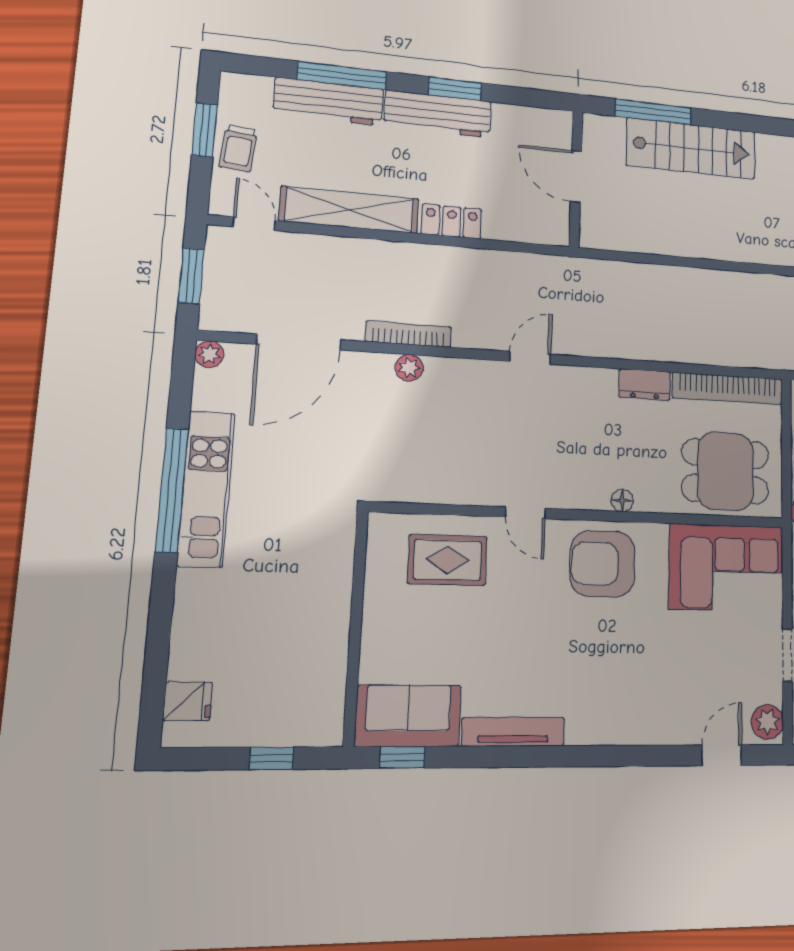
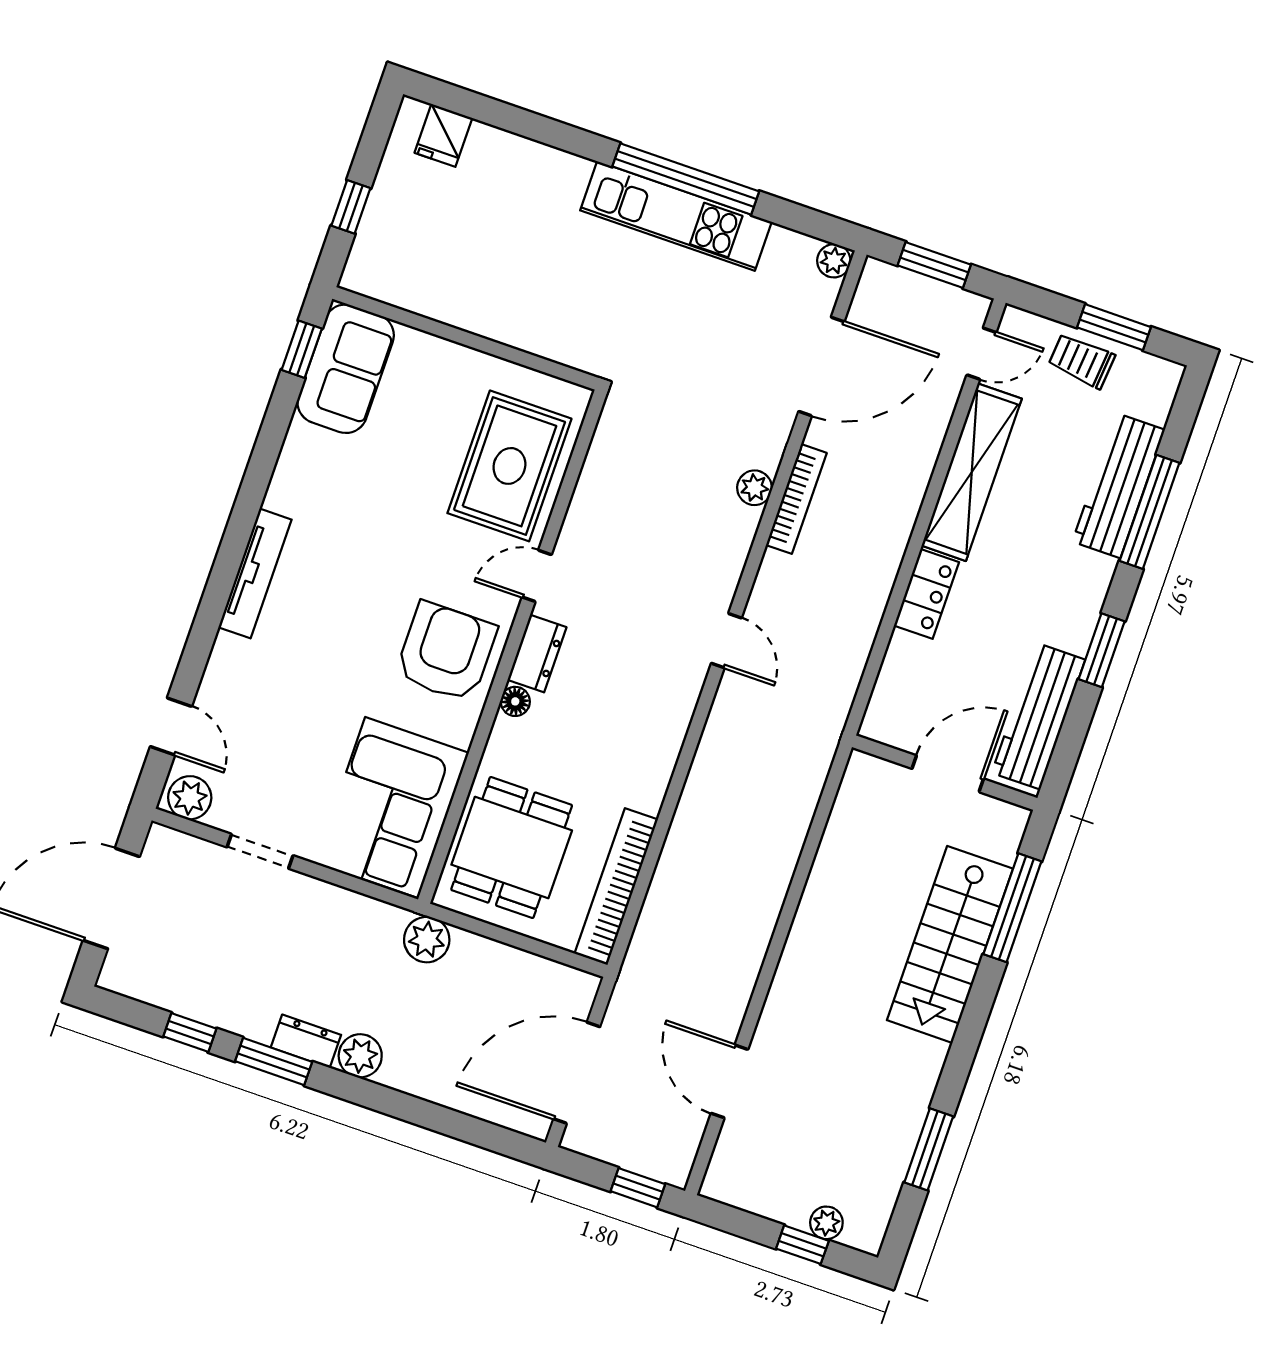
workbench: (438, 114) -> (1038, 716), moved
door: (299, 342) -> (821, 366), swing flipped
dresser: (645, 385) -> (537, 654), moved, turned 180
rug: (447, 560) -> (509, 466), width x1.36, depth x1.43
tv unit: (513, 732) -> (255, 573), moved

